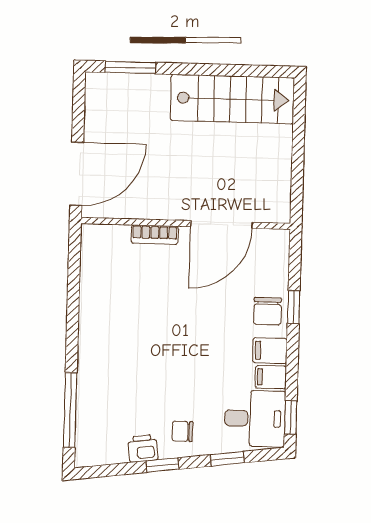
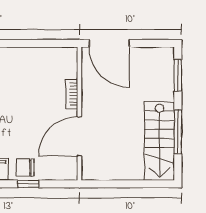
window: (219, 70) -> (178, 132), added
door: (221, 224) -> (79, 136), hinge flipped

